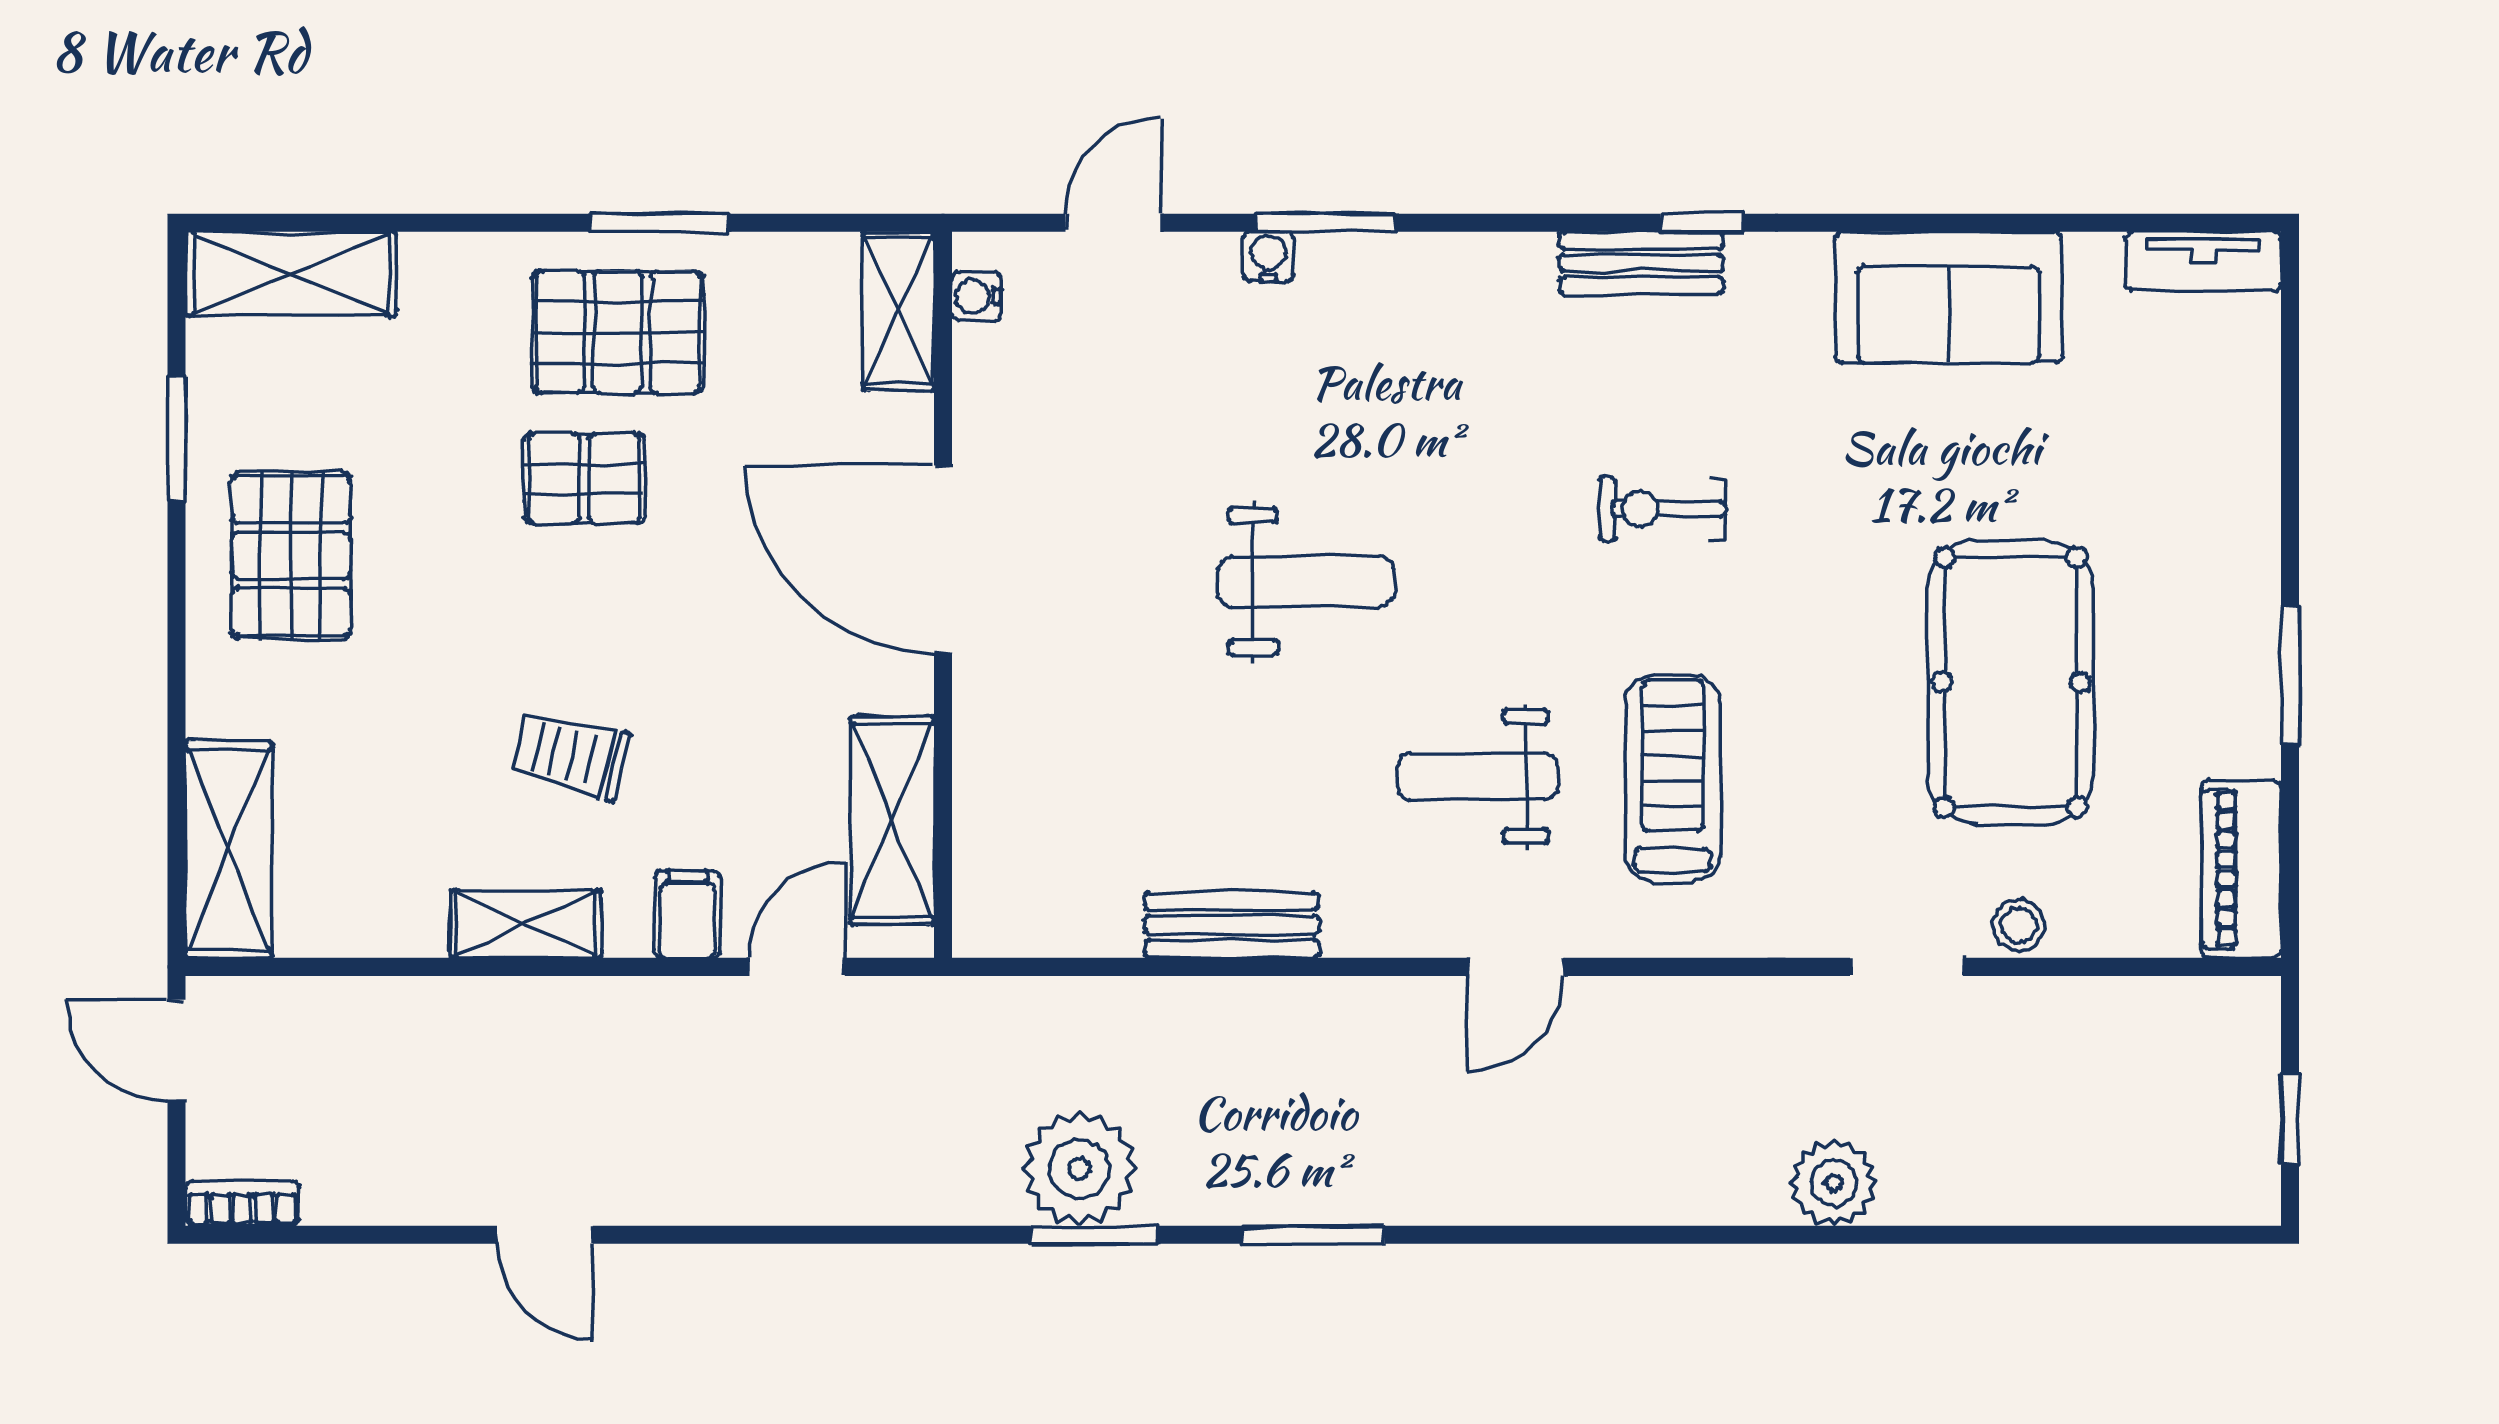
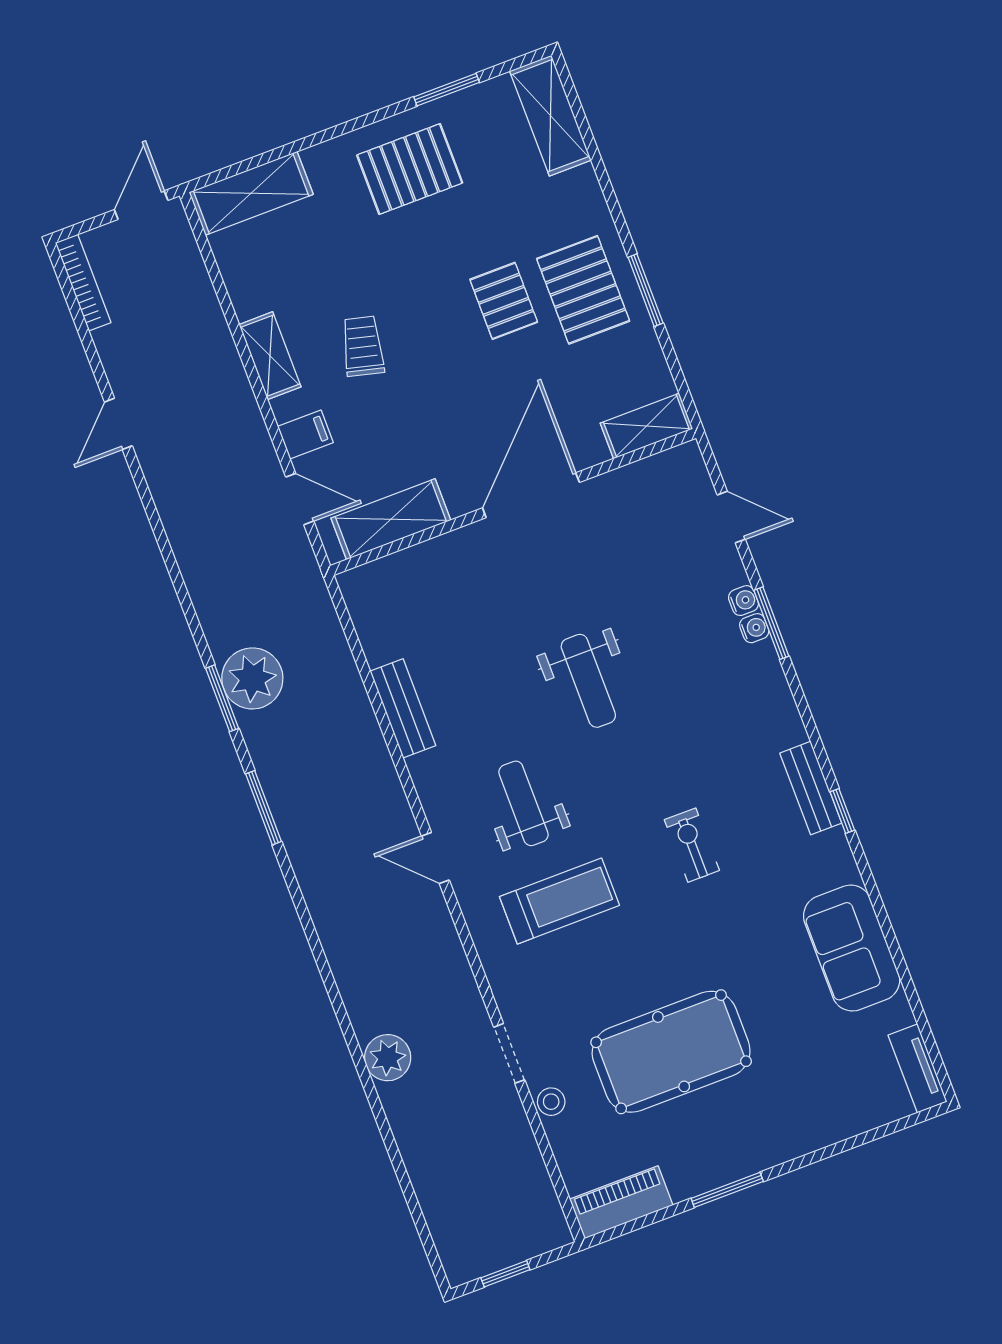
water cooler: (976, 296) -> (754, 628), moved, turned 90
bookcase: (242, 1203) -> (83, 283), width x1.56

